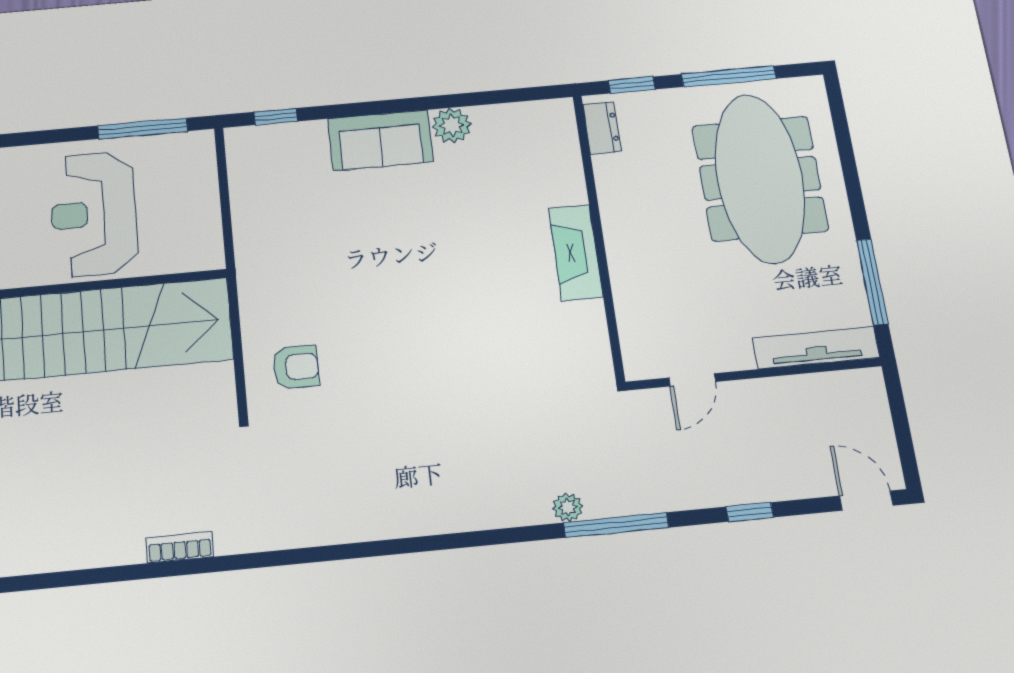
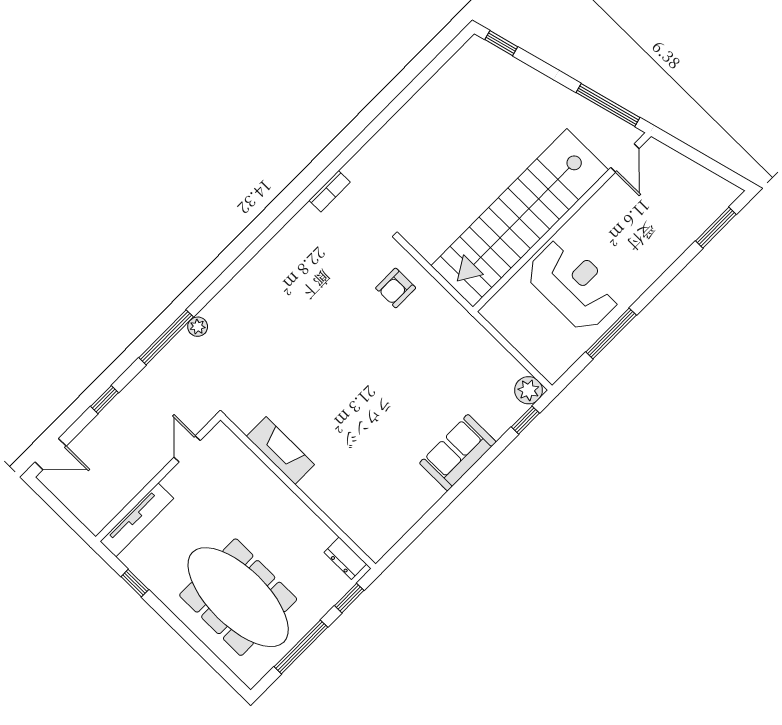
plant: (452, 125) -> (528, 390), moved
window: (143, 128) -> (611, 334), moved
fireplace: (576, 252) -> (280, 450), moved
window: (872, 282) -> (135, 583), width x0.46
bookcase: (180, 547) -> (330, 191), moved

